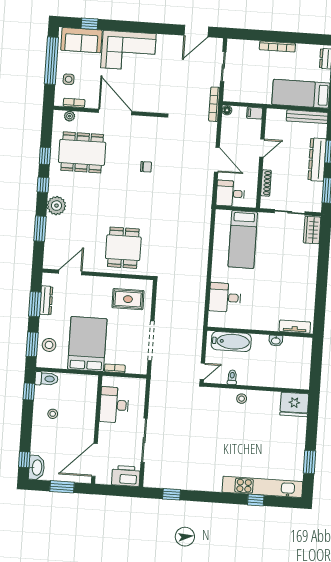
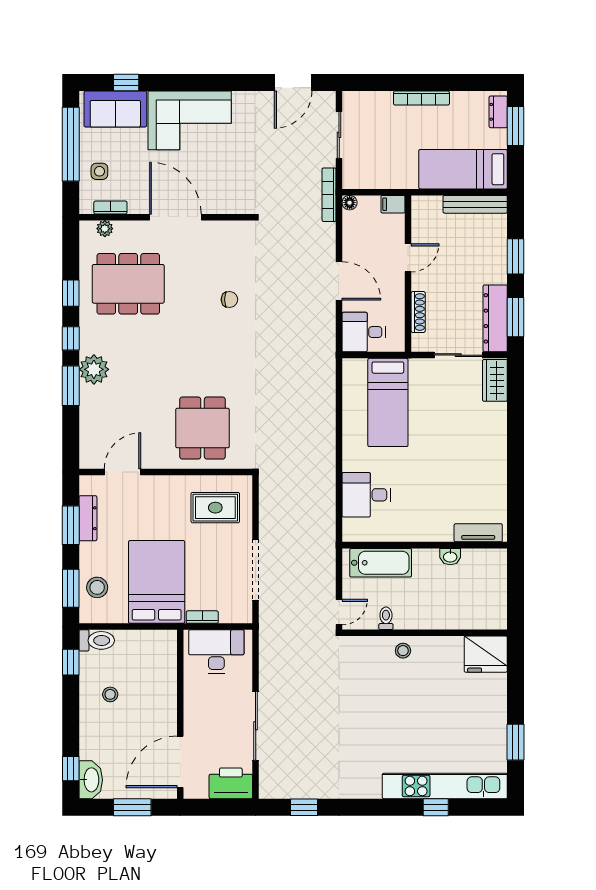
dresser: (317, 160) -> (495, 318), moved
window: (40, 229) -> (71, 386), moved
desk: (114, 405) -> (216, 651), moved, turned 90

